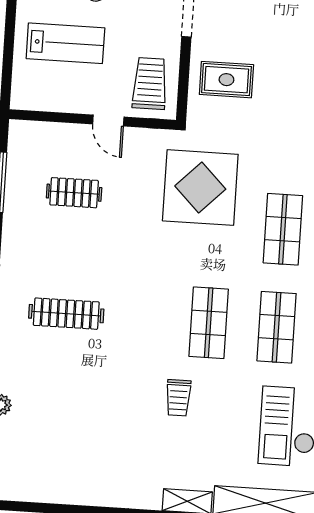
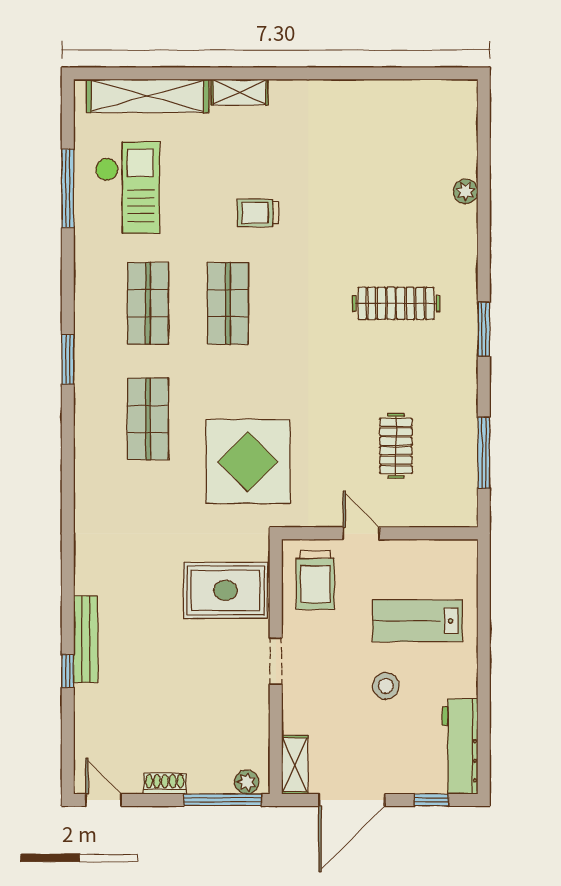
rug: (226, 80) -> (225, 590), width x1.36, depth x1.43
clothes rail: (74, 193) -> (396, 446), turned 90
trolley: (178, 398) -> (258, 213), turned -90

